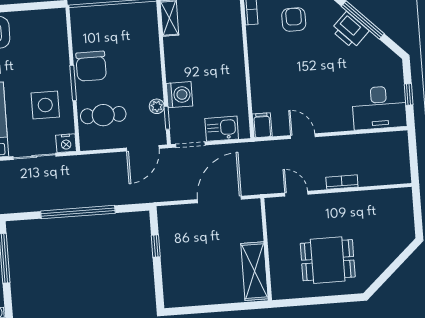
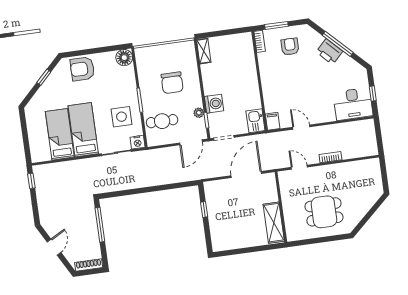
floor lamp: (55, 20) -> (124, 58), added
chair: (91, 66) -> (172, 83), moved
kitchen sink: (222, 129) -> (255, 121), moved, turned -90
window: (78, 212) -> (149, 189), removed

